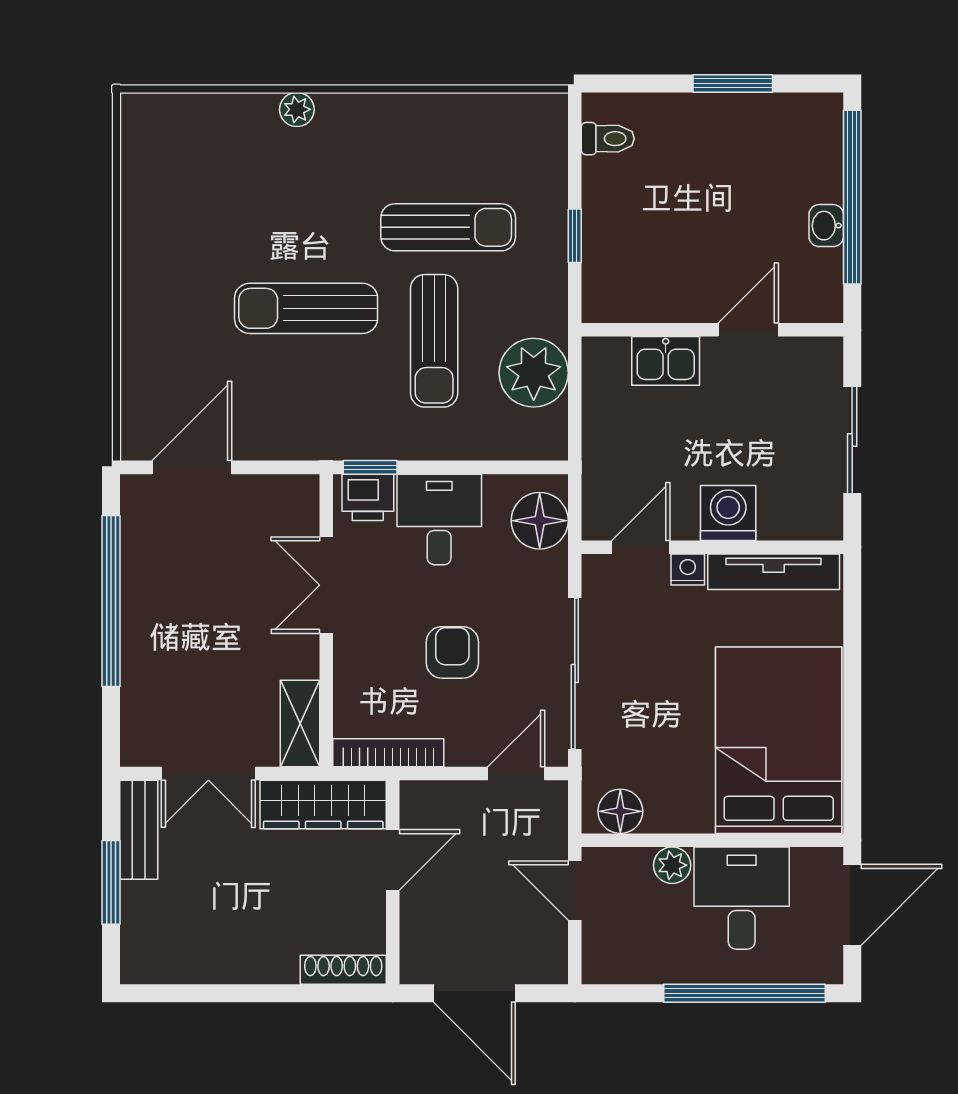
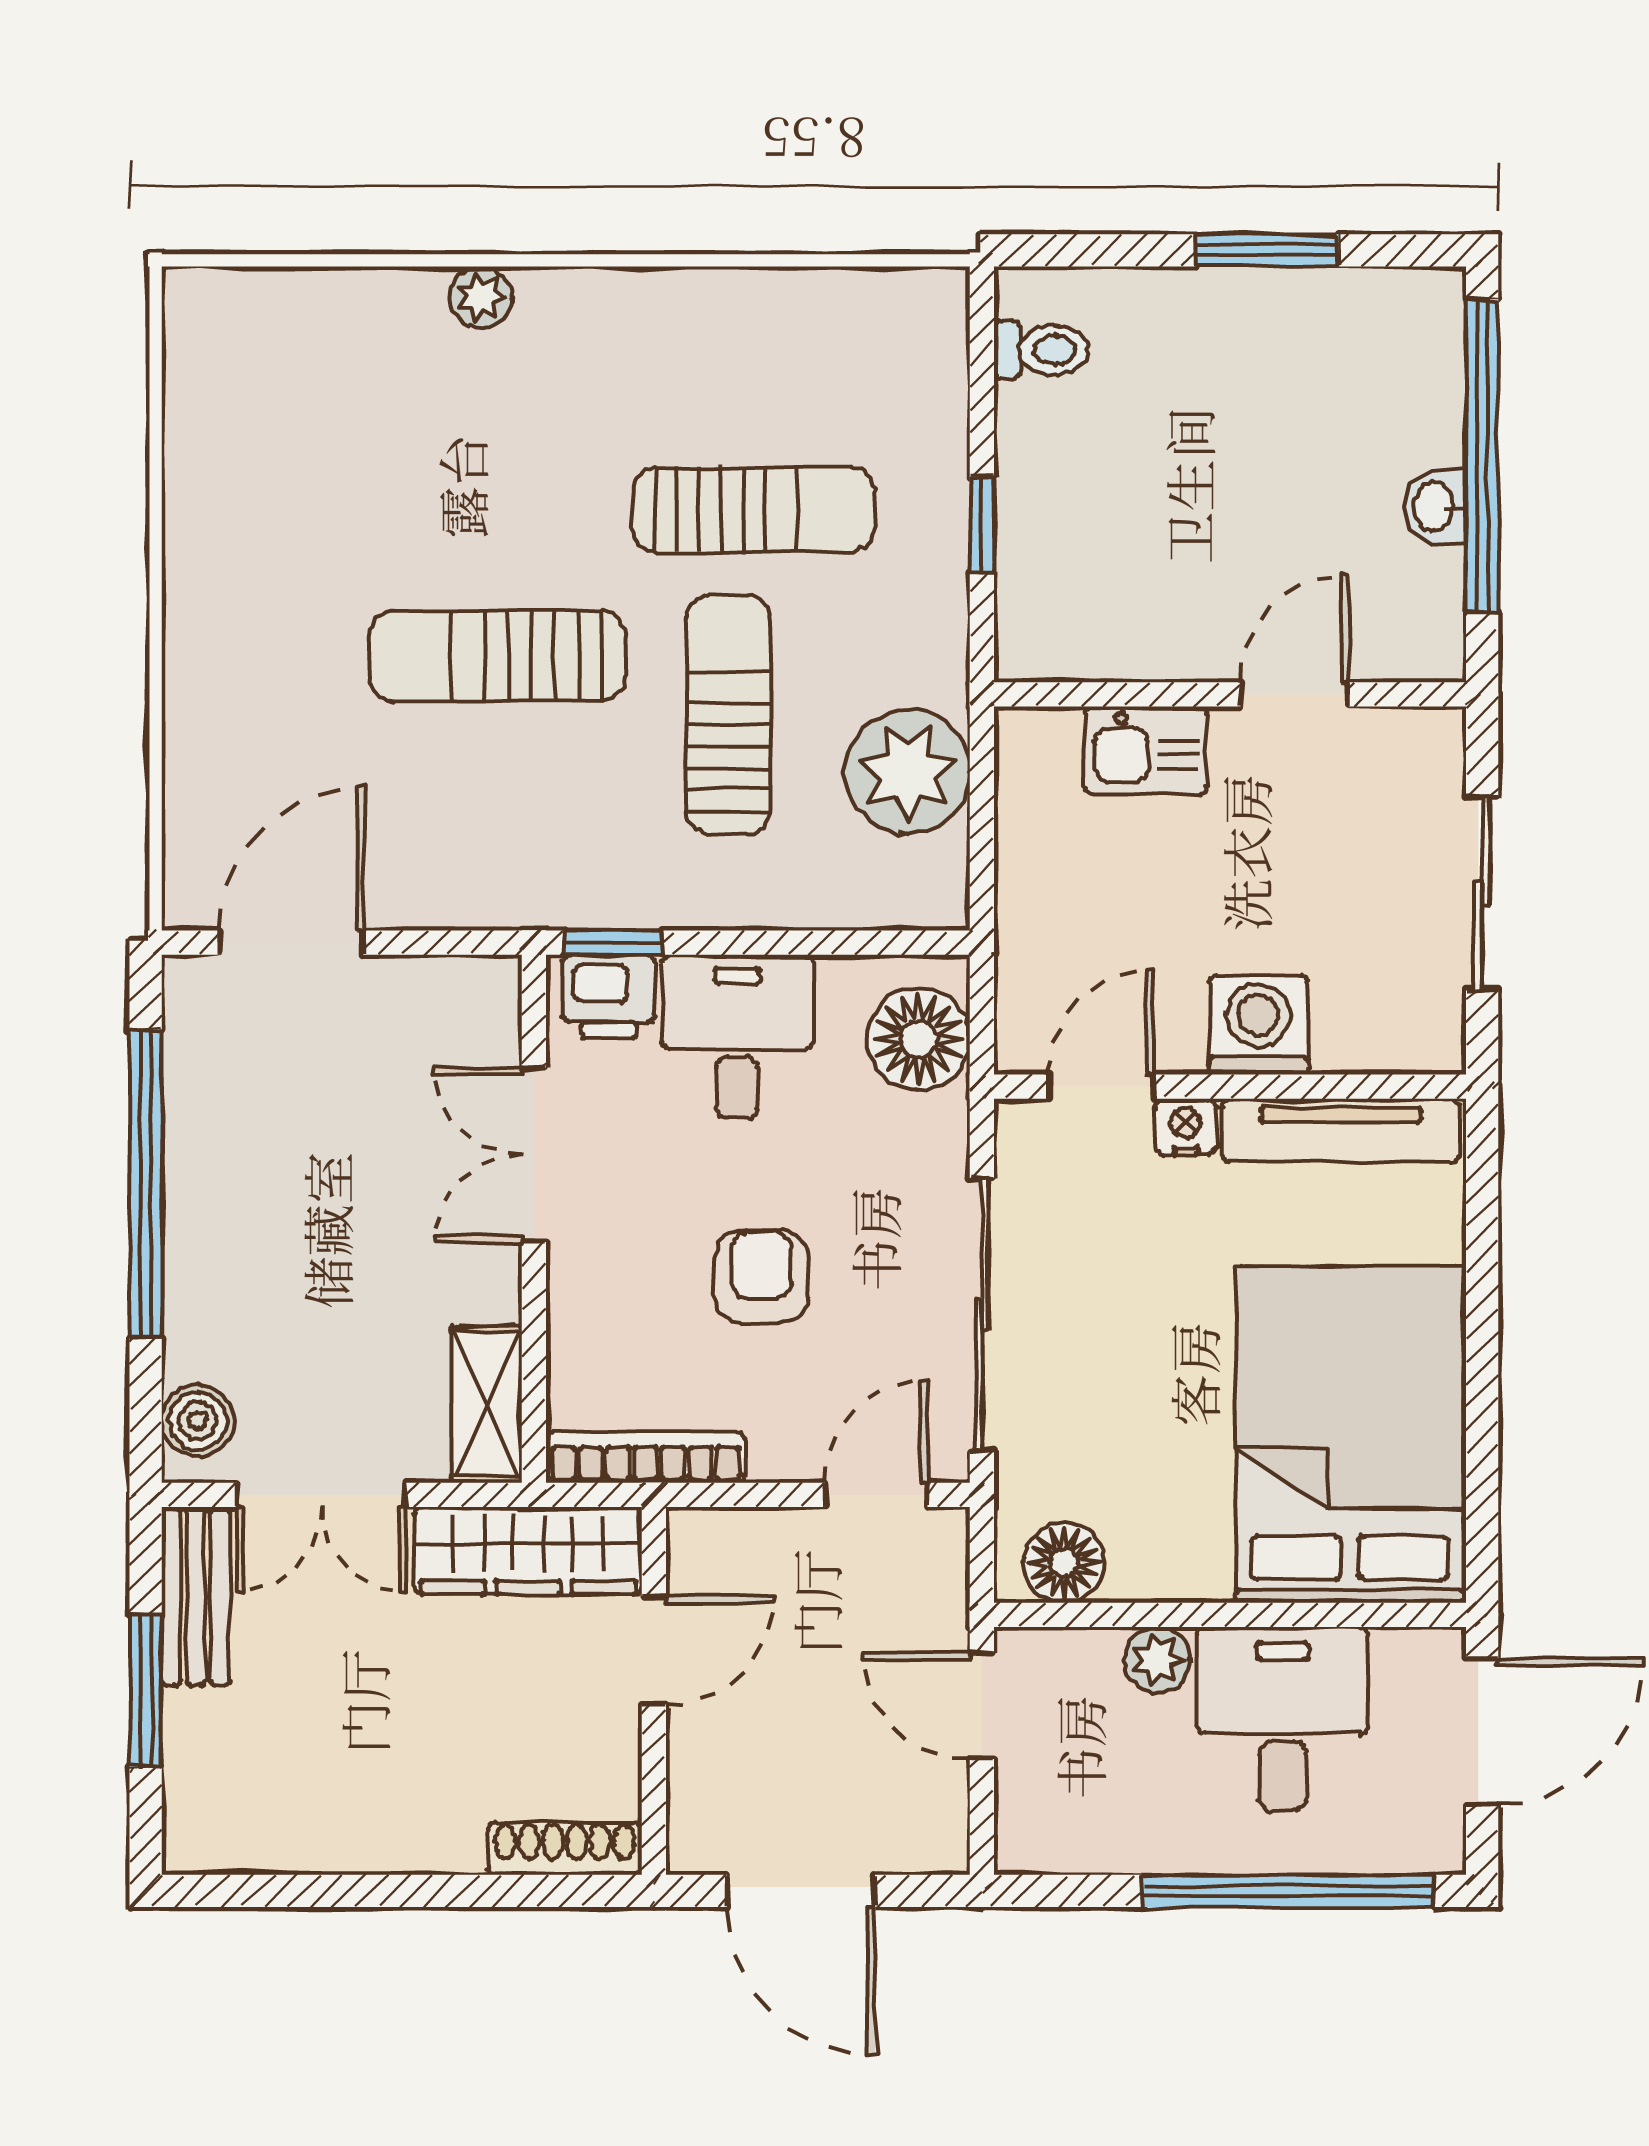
sun lounger: (434, 341) -> (728, 714), turned 180
boiler: (140, 733) -> (198, 1421), added

